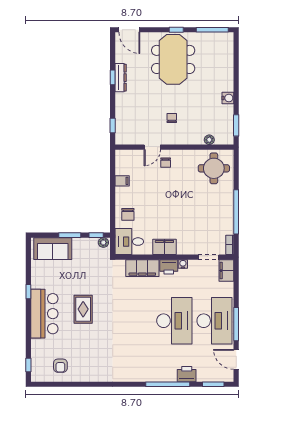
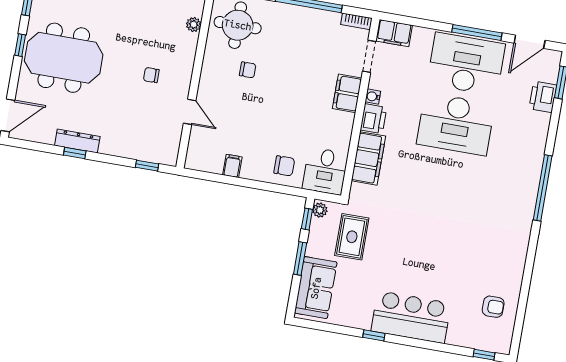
chair: (166, 163) -> (248, 70), moved
filing cabinet: (164, 247) -> (347, 93), moved
rug: (83, 309) -> (352, 237), moved, turned 90
desk: (174, 321) -> (456, 124), turned 180
printer: (187, 374) -> (543, 97), moved
window: (168, 384) -> (543, 188), moved

